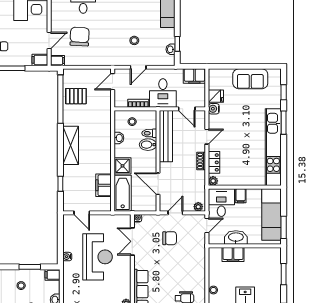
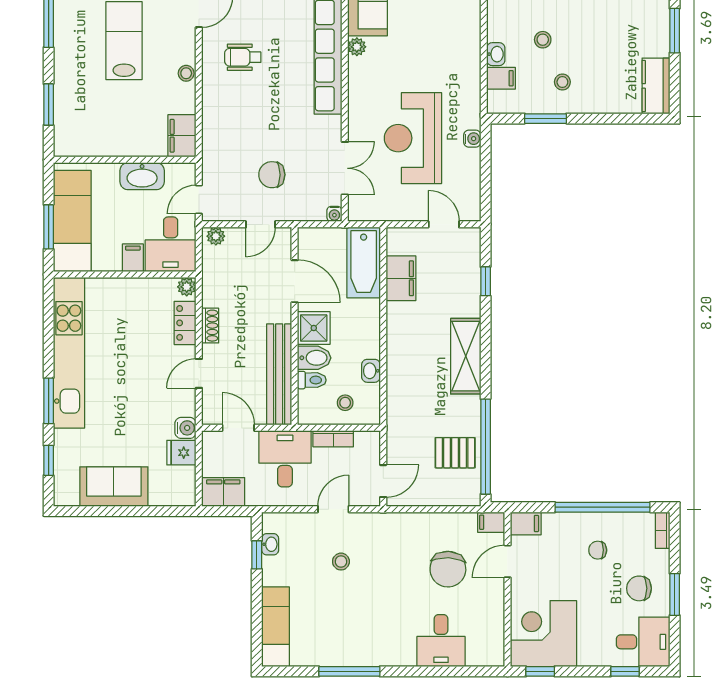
shower: (123, 166) -> (314, 328), moved
window: (284, 227) -> (49, 227), moved
filing cabinet: (233, 254) -> (182, 136), moved, turned -90
filing cabinet: (53, 275) -> (501, 78), moved

